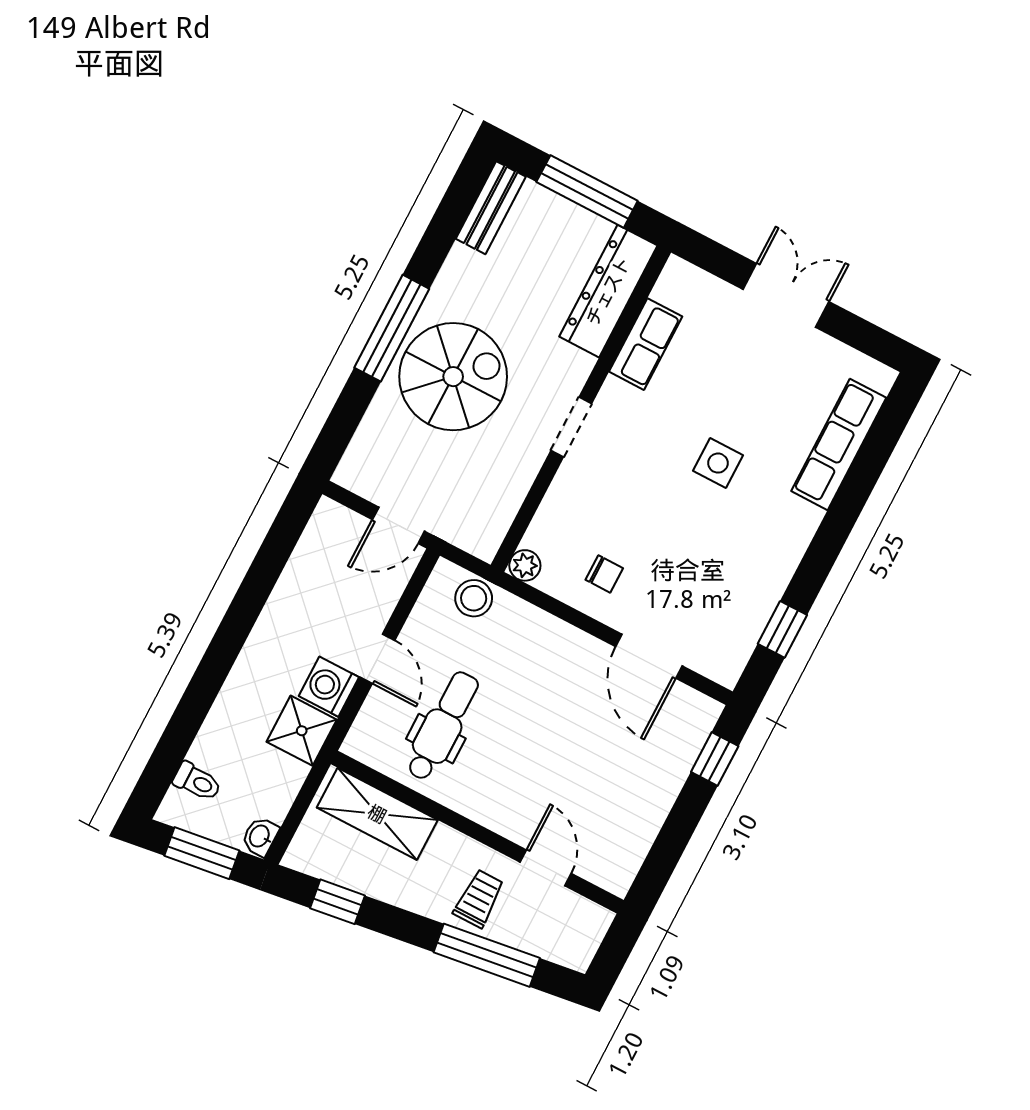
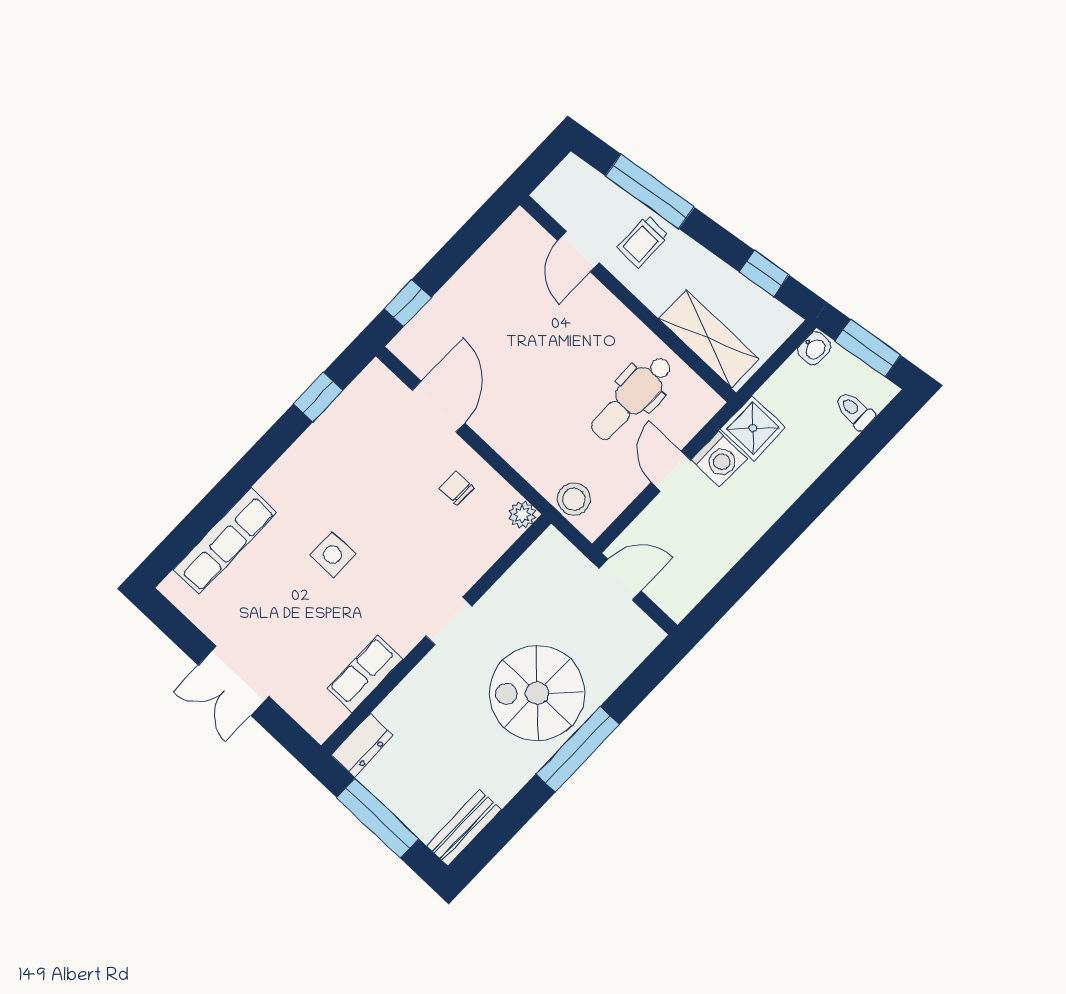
dresser: (608, 291) -> (362, 745), width x0.51, depth x0.80

